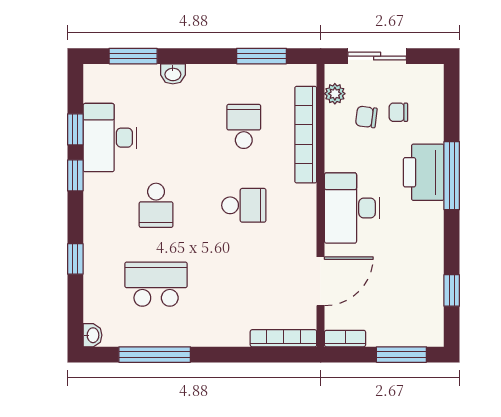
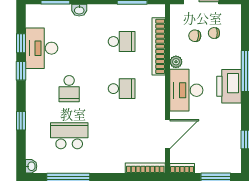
plant: (335, 94) -> (176, 62), moved
school desk: (244, 126) -> (122, 41), turned 90
printer: (424, 172) -> (229, 86), moved

